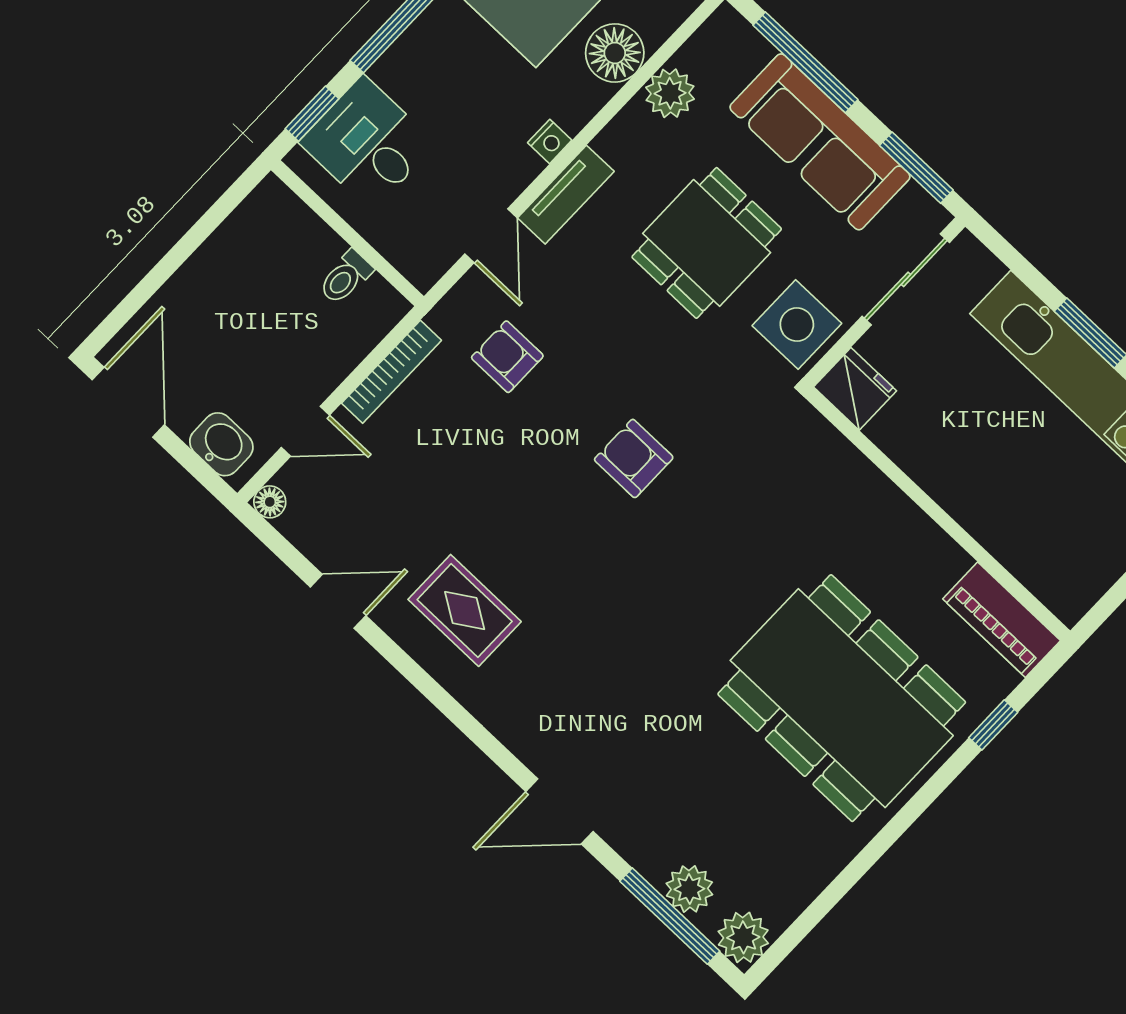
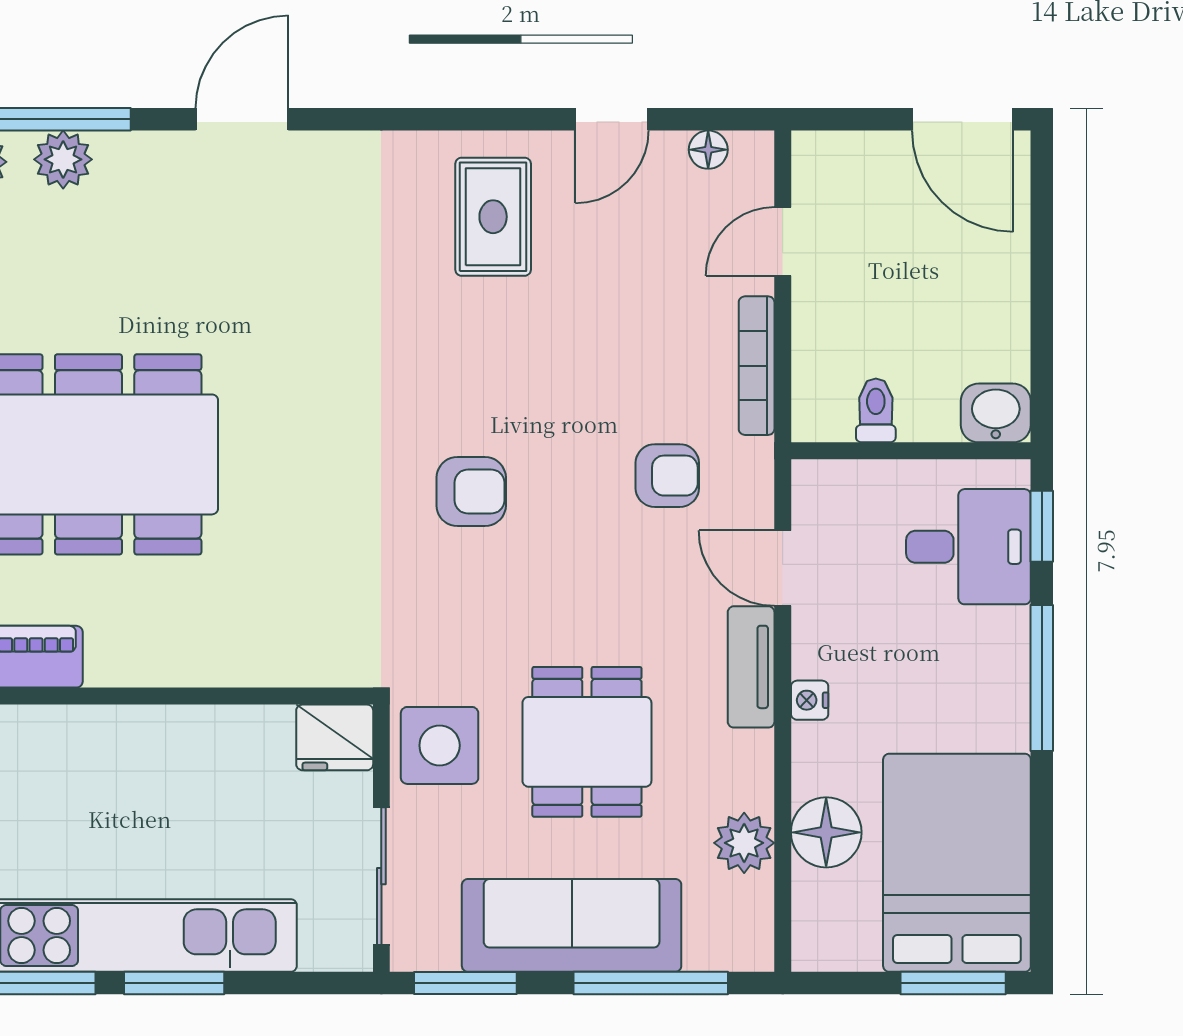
washbasin: (221, 444) -> (996, 413), moved, turned 180
floor lamp: (270, 502) -> (708, 150), moved
rug: (465, 610) -> (493, 217), turned 90

